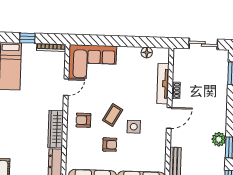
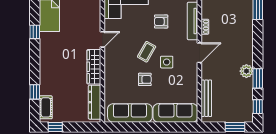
door: (66, 87) -> (102, 39), moved
armchair: (83, 120) -> (161, 21), moved

